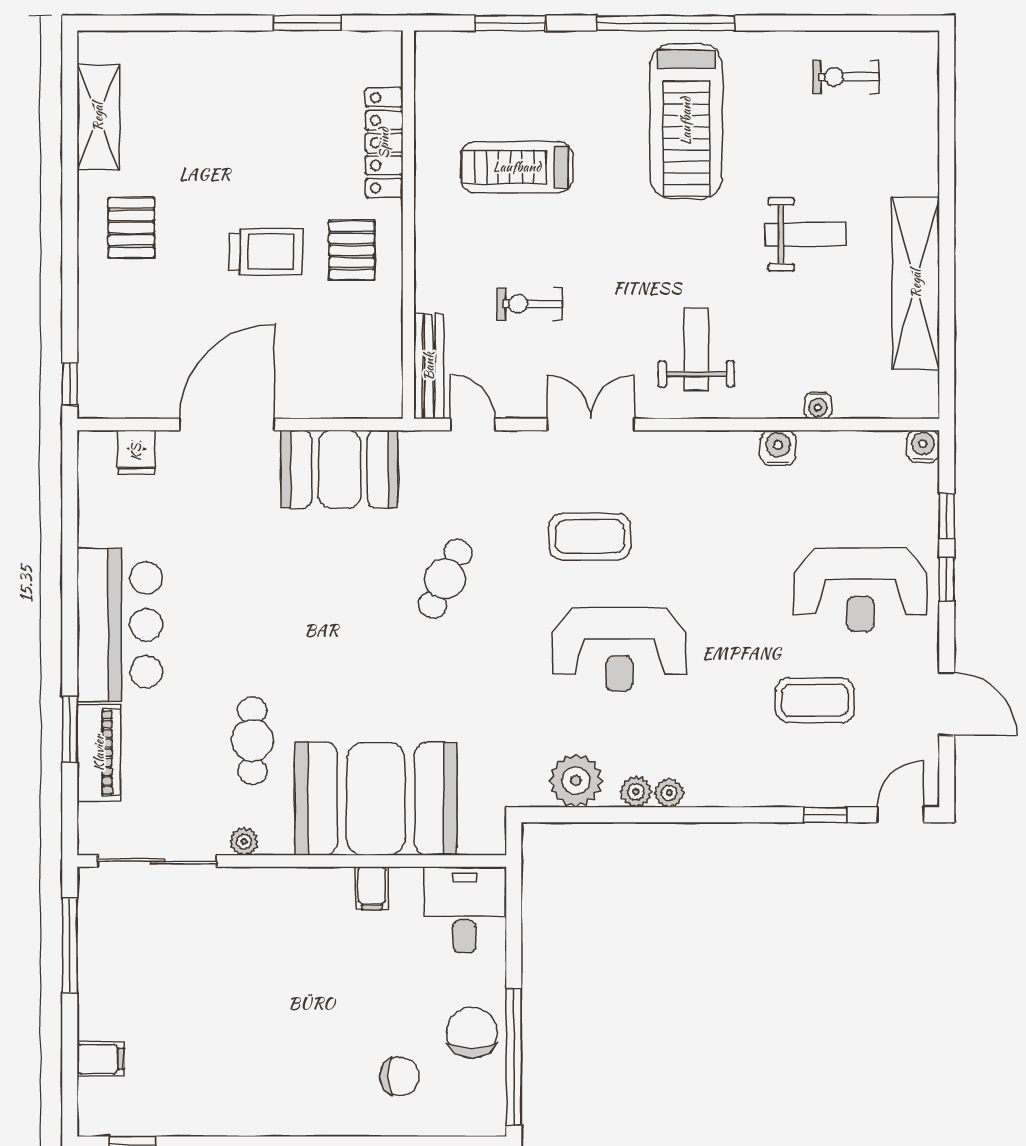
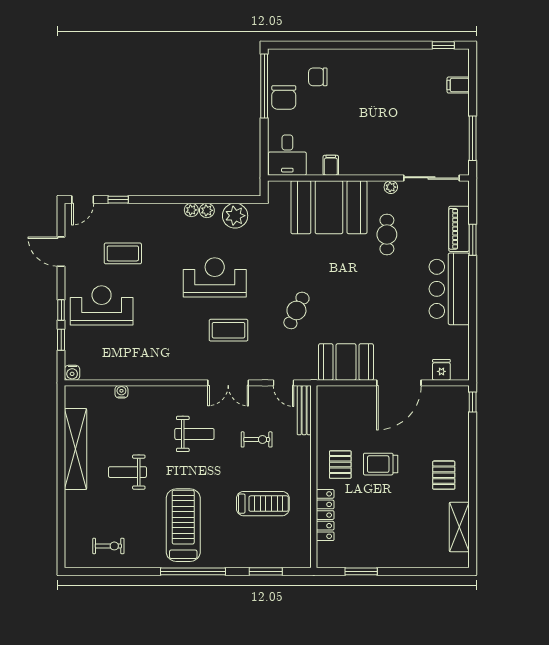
weight bench: (696, 349) -> (194, 434), moved, turned -90
water cooler: (778, 448) -> (140, 372), removed

